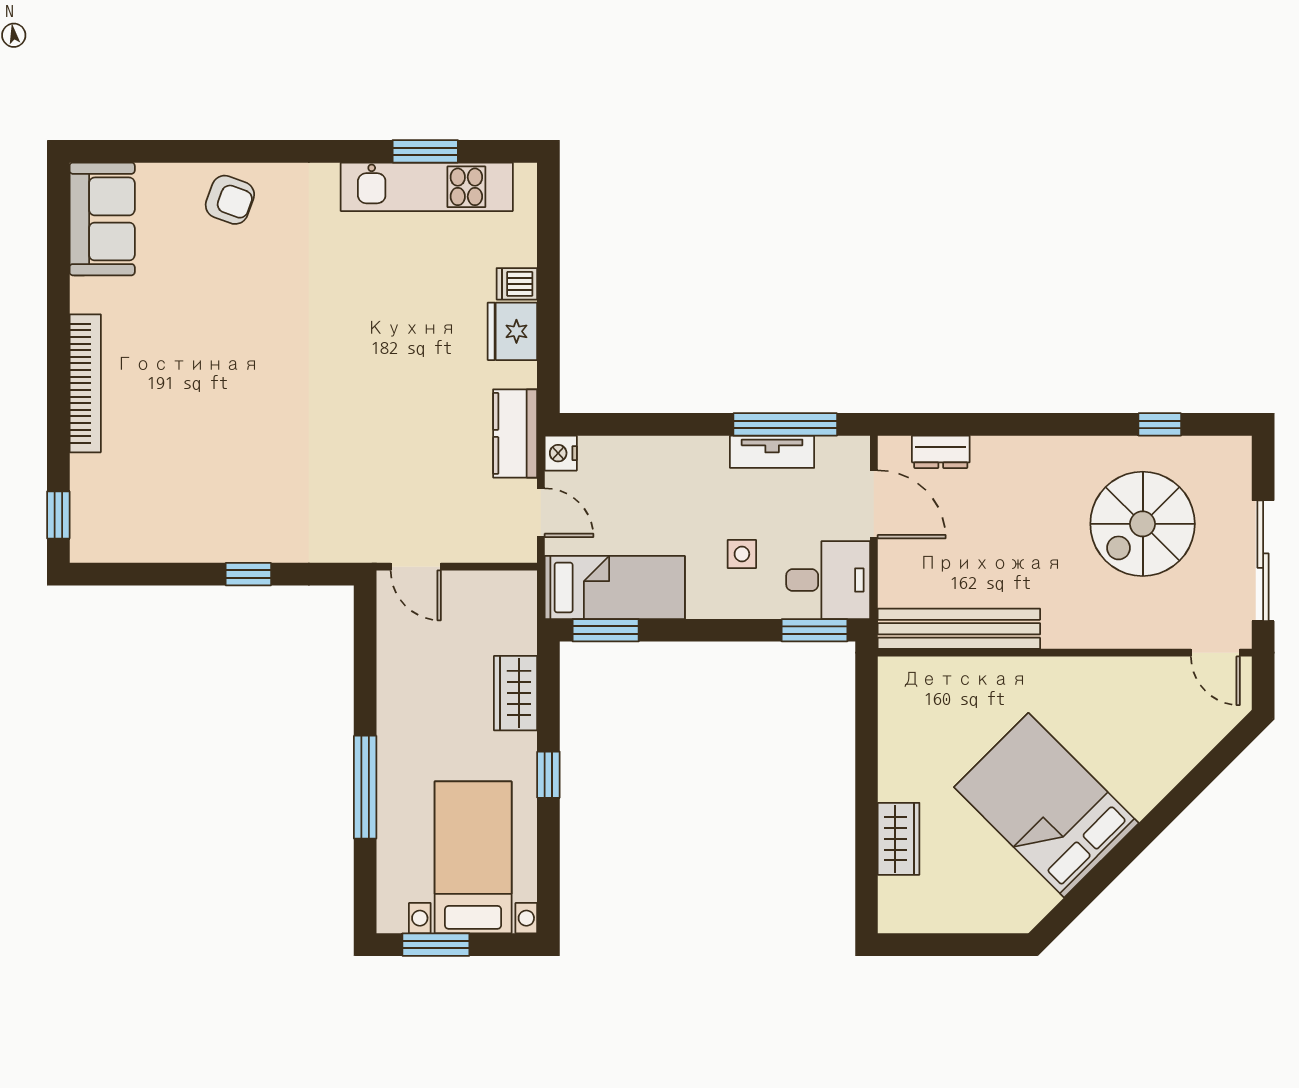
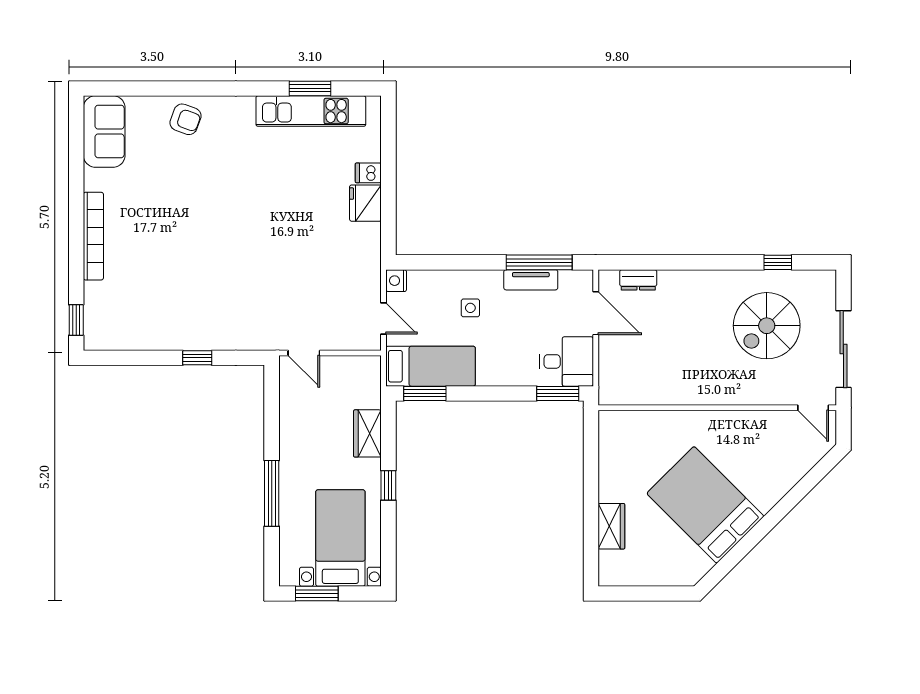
kitchen counter: (515, 433) -> (367, 268), removed
side table: (742, 554) -> (470, 308), moved
bench: (959, 629) -> (650, 392), removed

